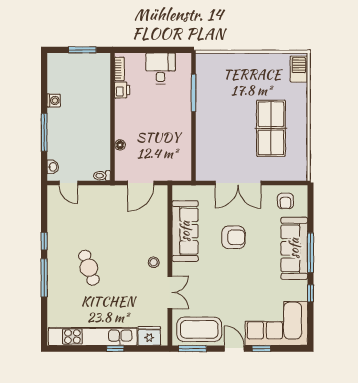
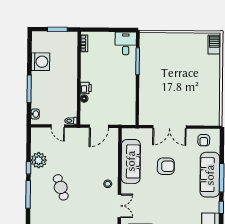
desk: (161, 68) -> (126, 43), moved
printer: (122, 90) -> (86, 88), moved
washing machine: (54, 100) -> (40, 62), width x1.89, depth x1.89
table tennis table: (271, 128) -> (194, 87), removed
door: (68, 183) -> (58, 126), moved
plant: (58, 231) -> (39, 160), added

